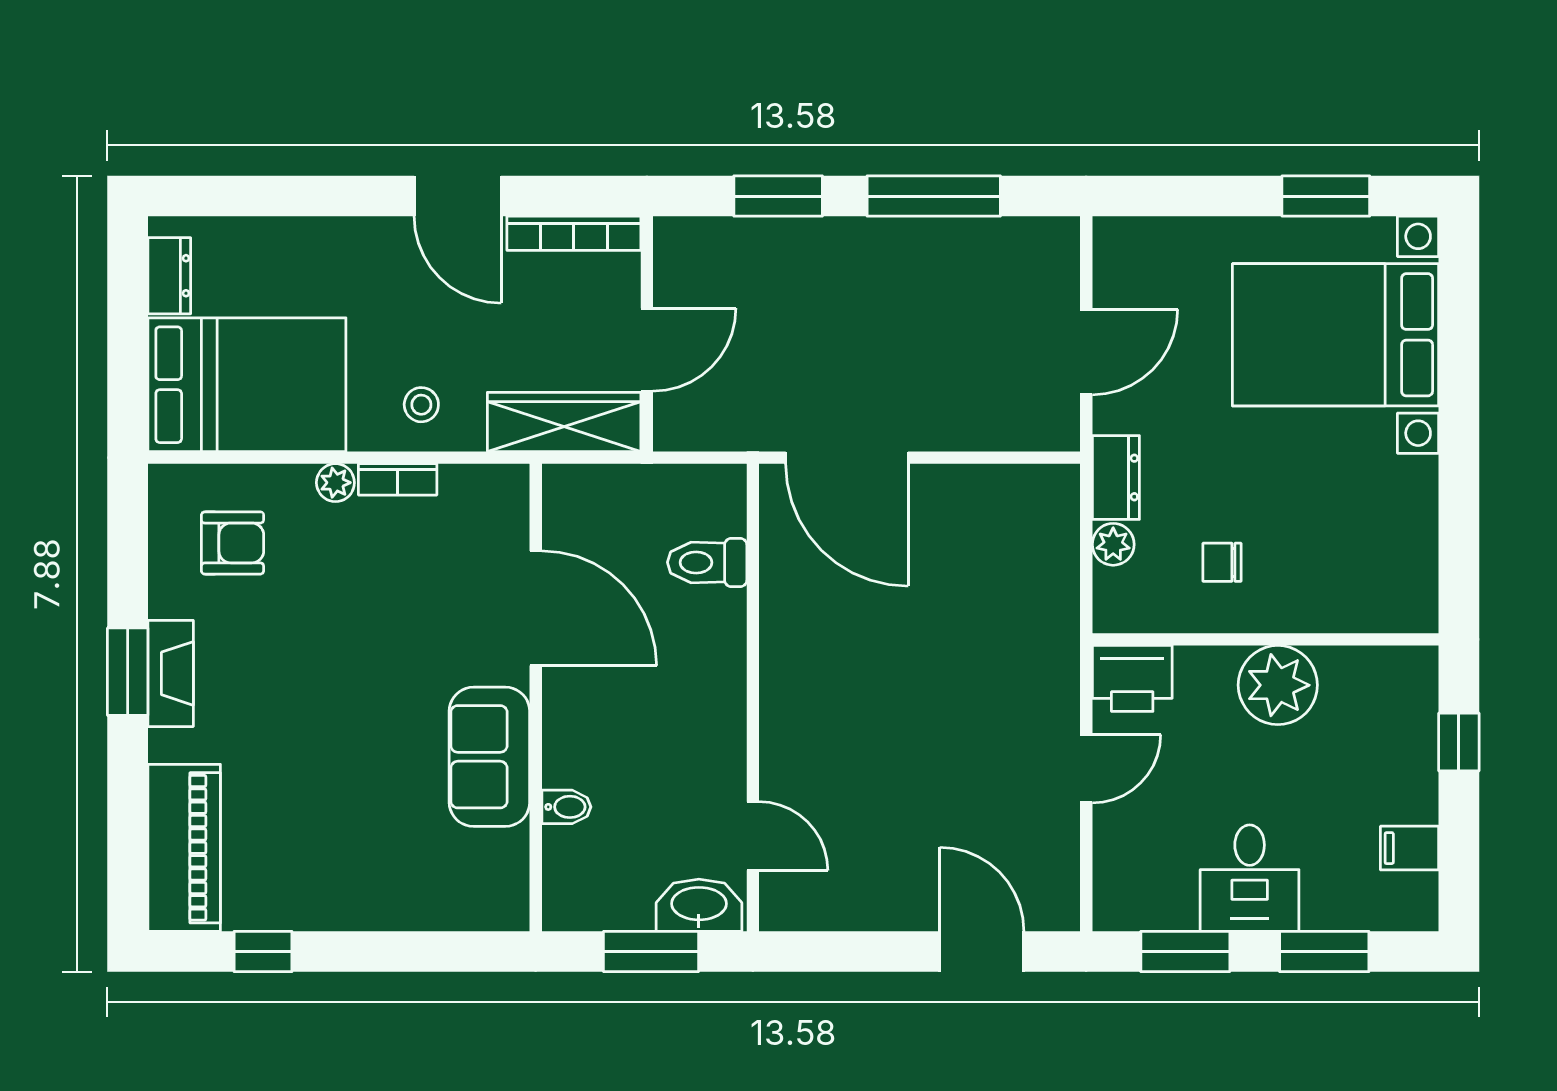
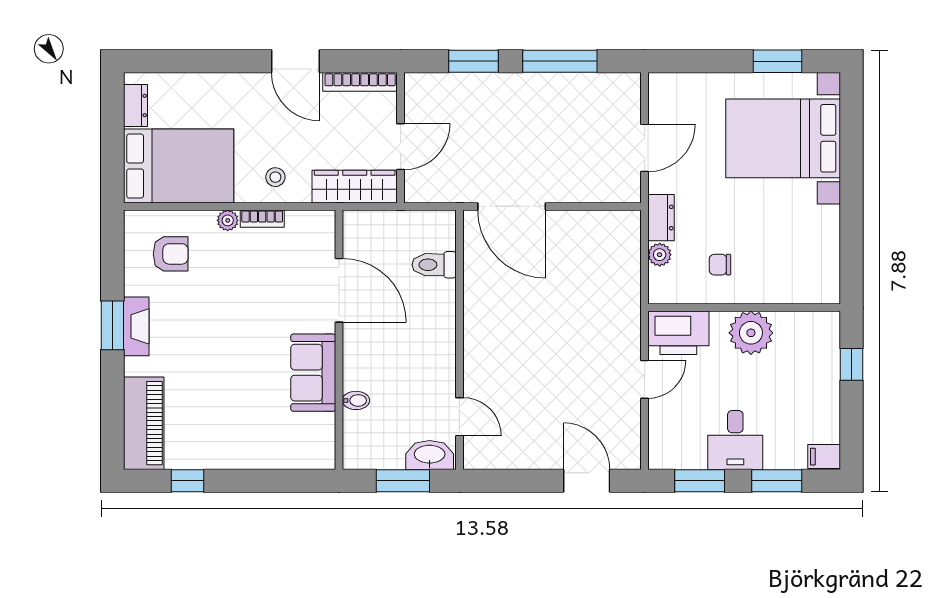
printer: (1132, 678) -> (678, 333), width x1.37, depth x1.19
filing cabinet: (1410, 848) -> (824, 457), moved

